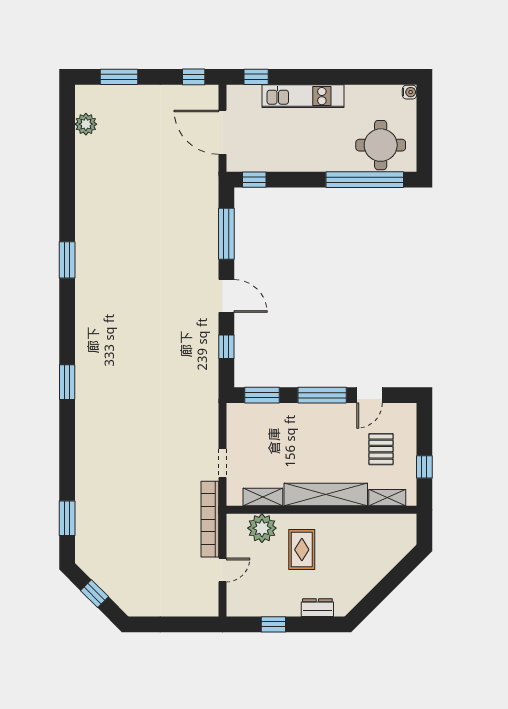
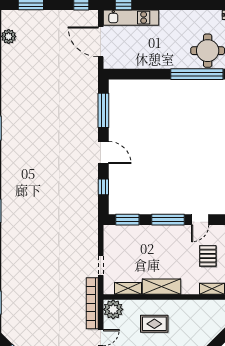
kitchen unit: (303, 96) -> (131, 18), moved
window: (254, 180) -> (122, 74), removed
shelving: (326, 495) -> (162, 287), width x0.68
plant: (262, 528) -> (113, 309), moved
rug: (302, 550) -> (154, 324), turned 90

